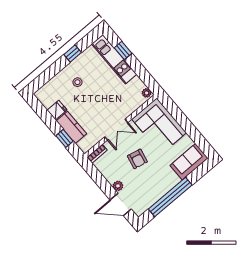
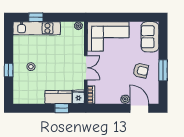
window: (73, 54) -> (9, 70), moved
fridge: (57, 110) -> (78, 97), moved
armchair: (137, 159) -> (141, 71), moved
window: (170, 197) -> (163, 70), width x0.47
door: (121, 204) -> (139, 108), swing flipped

